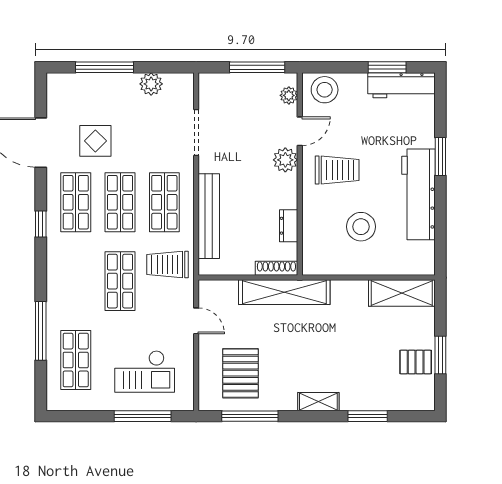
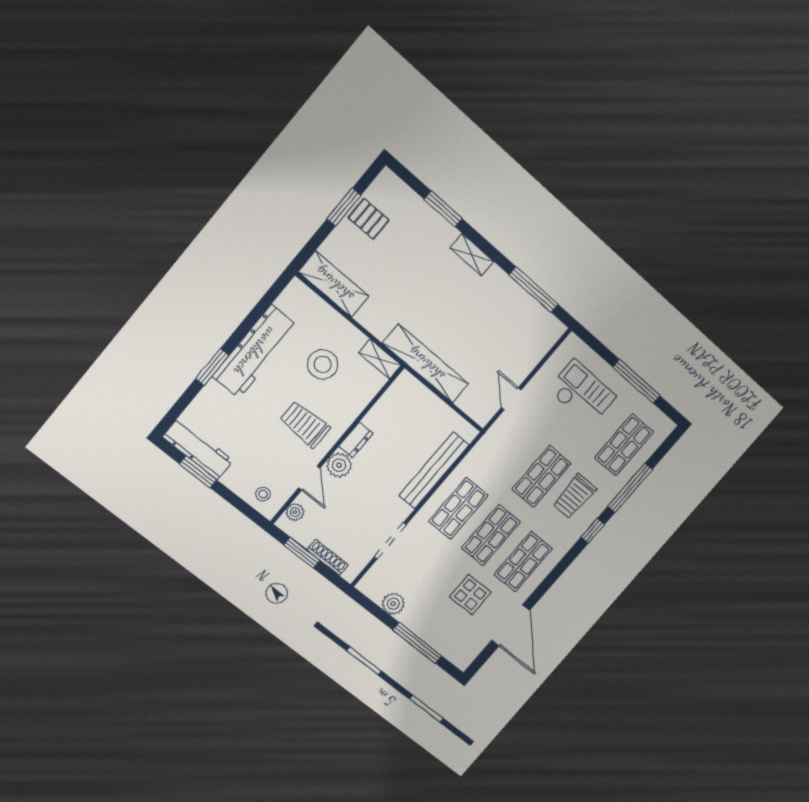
window: (257, 67) -> (302, 553), width x0.69
stool: (325, 90) -> (263, 494), width x0.53, depth x0.53
door: (300, 131) -> (309, 478), swing flipped
window: (41, 224) -> (593, 531), moved
dresser: (289, 226) -> (356, 440), moved
trolley: (168, 264) -> (574, 496), moved, turned 90
shelving: (322, 267) -> (380, 359), added
shoe rack: (276, 268) -> (328, 557), moved, turned 180
pallet: (240, 373) -> (512, 329), removed
window: (143, 416) -> (636, 381), moved

